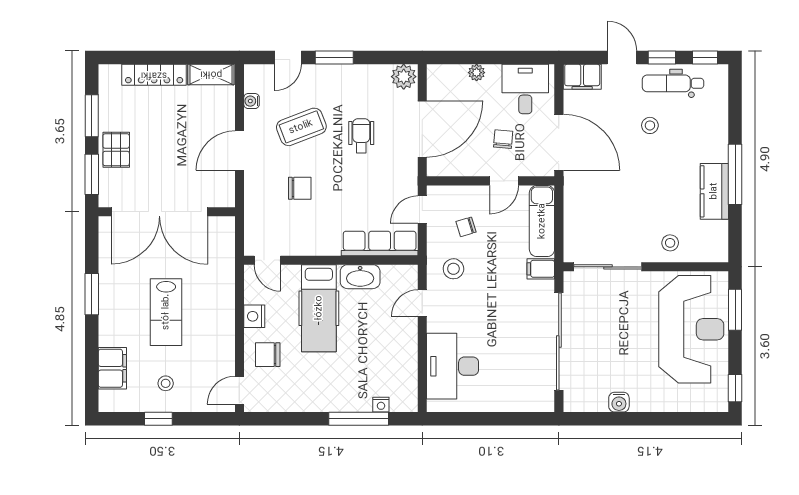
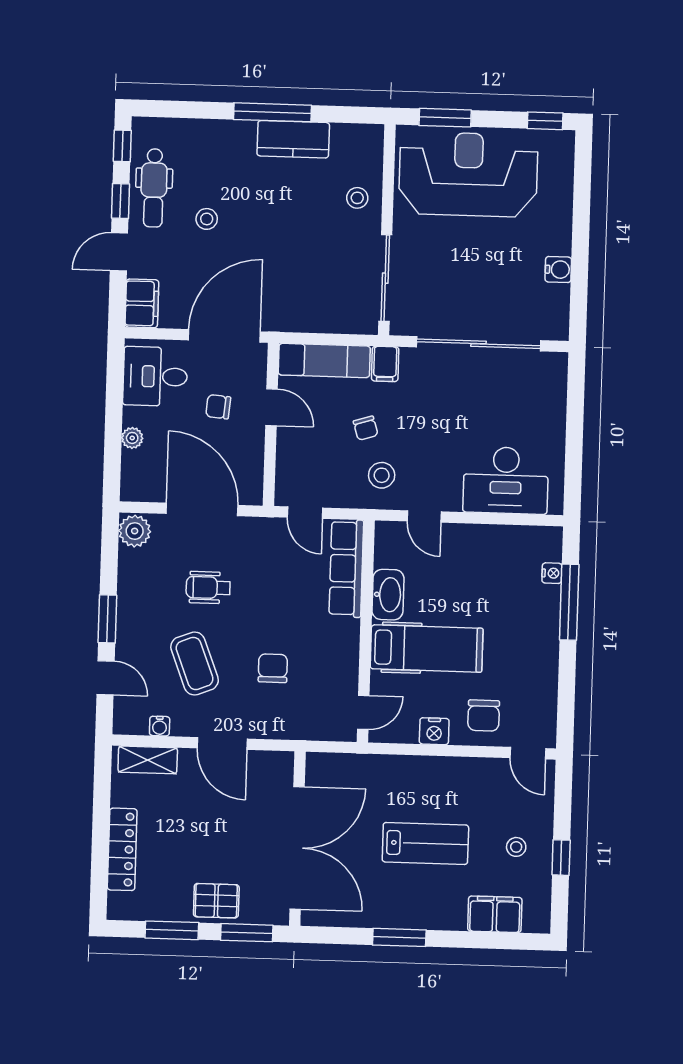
shelving: (211, 74) -> (148, 760), moved, turned 90
chair: (466, 227) -> (366, 428), moved

